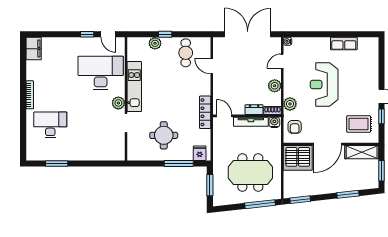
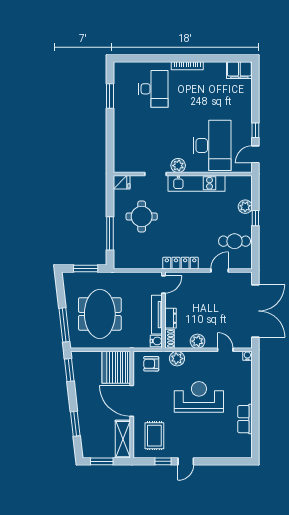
locker: (205, 112) -> (181, 263), moved
fridge: (200, 153) -> (122, 182), moved

